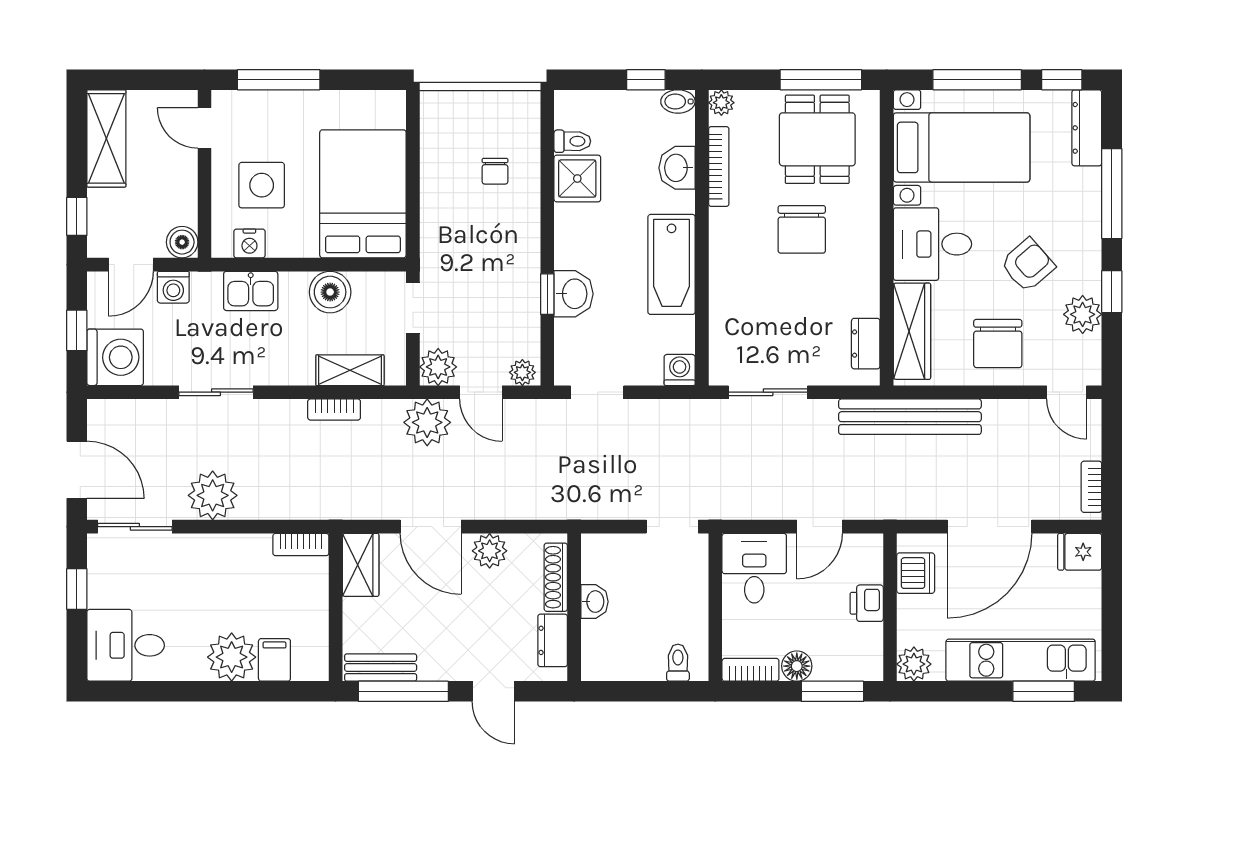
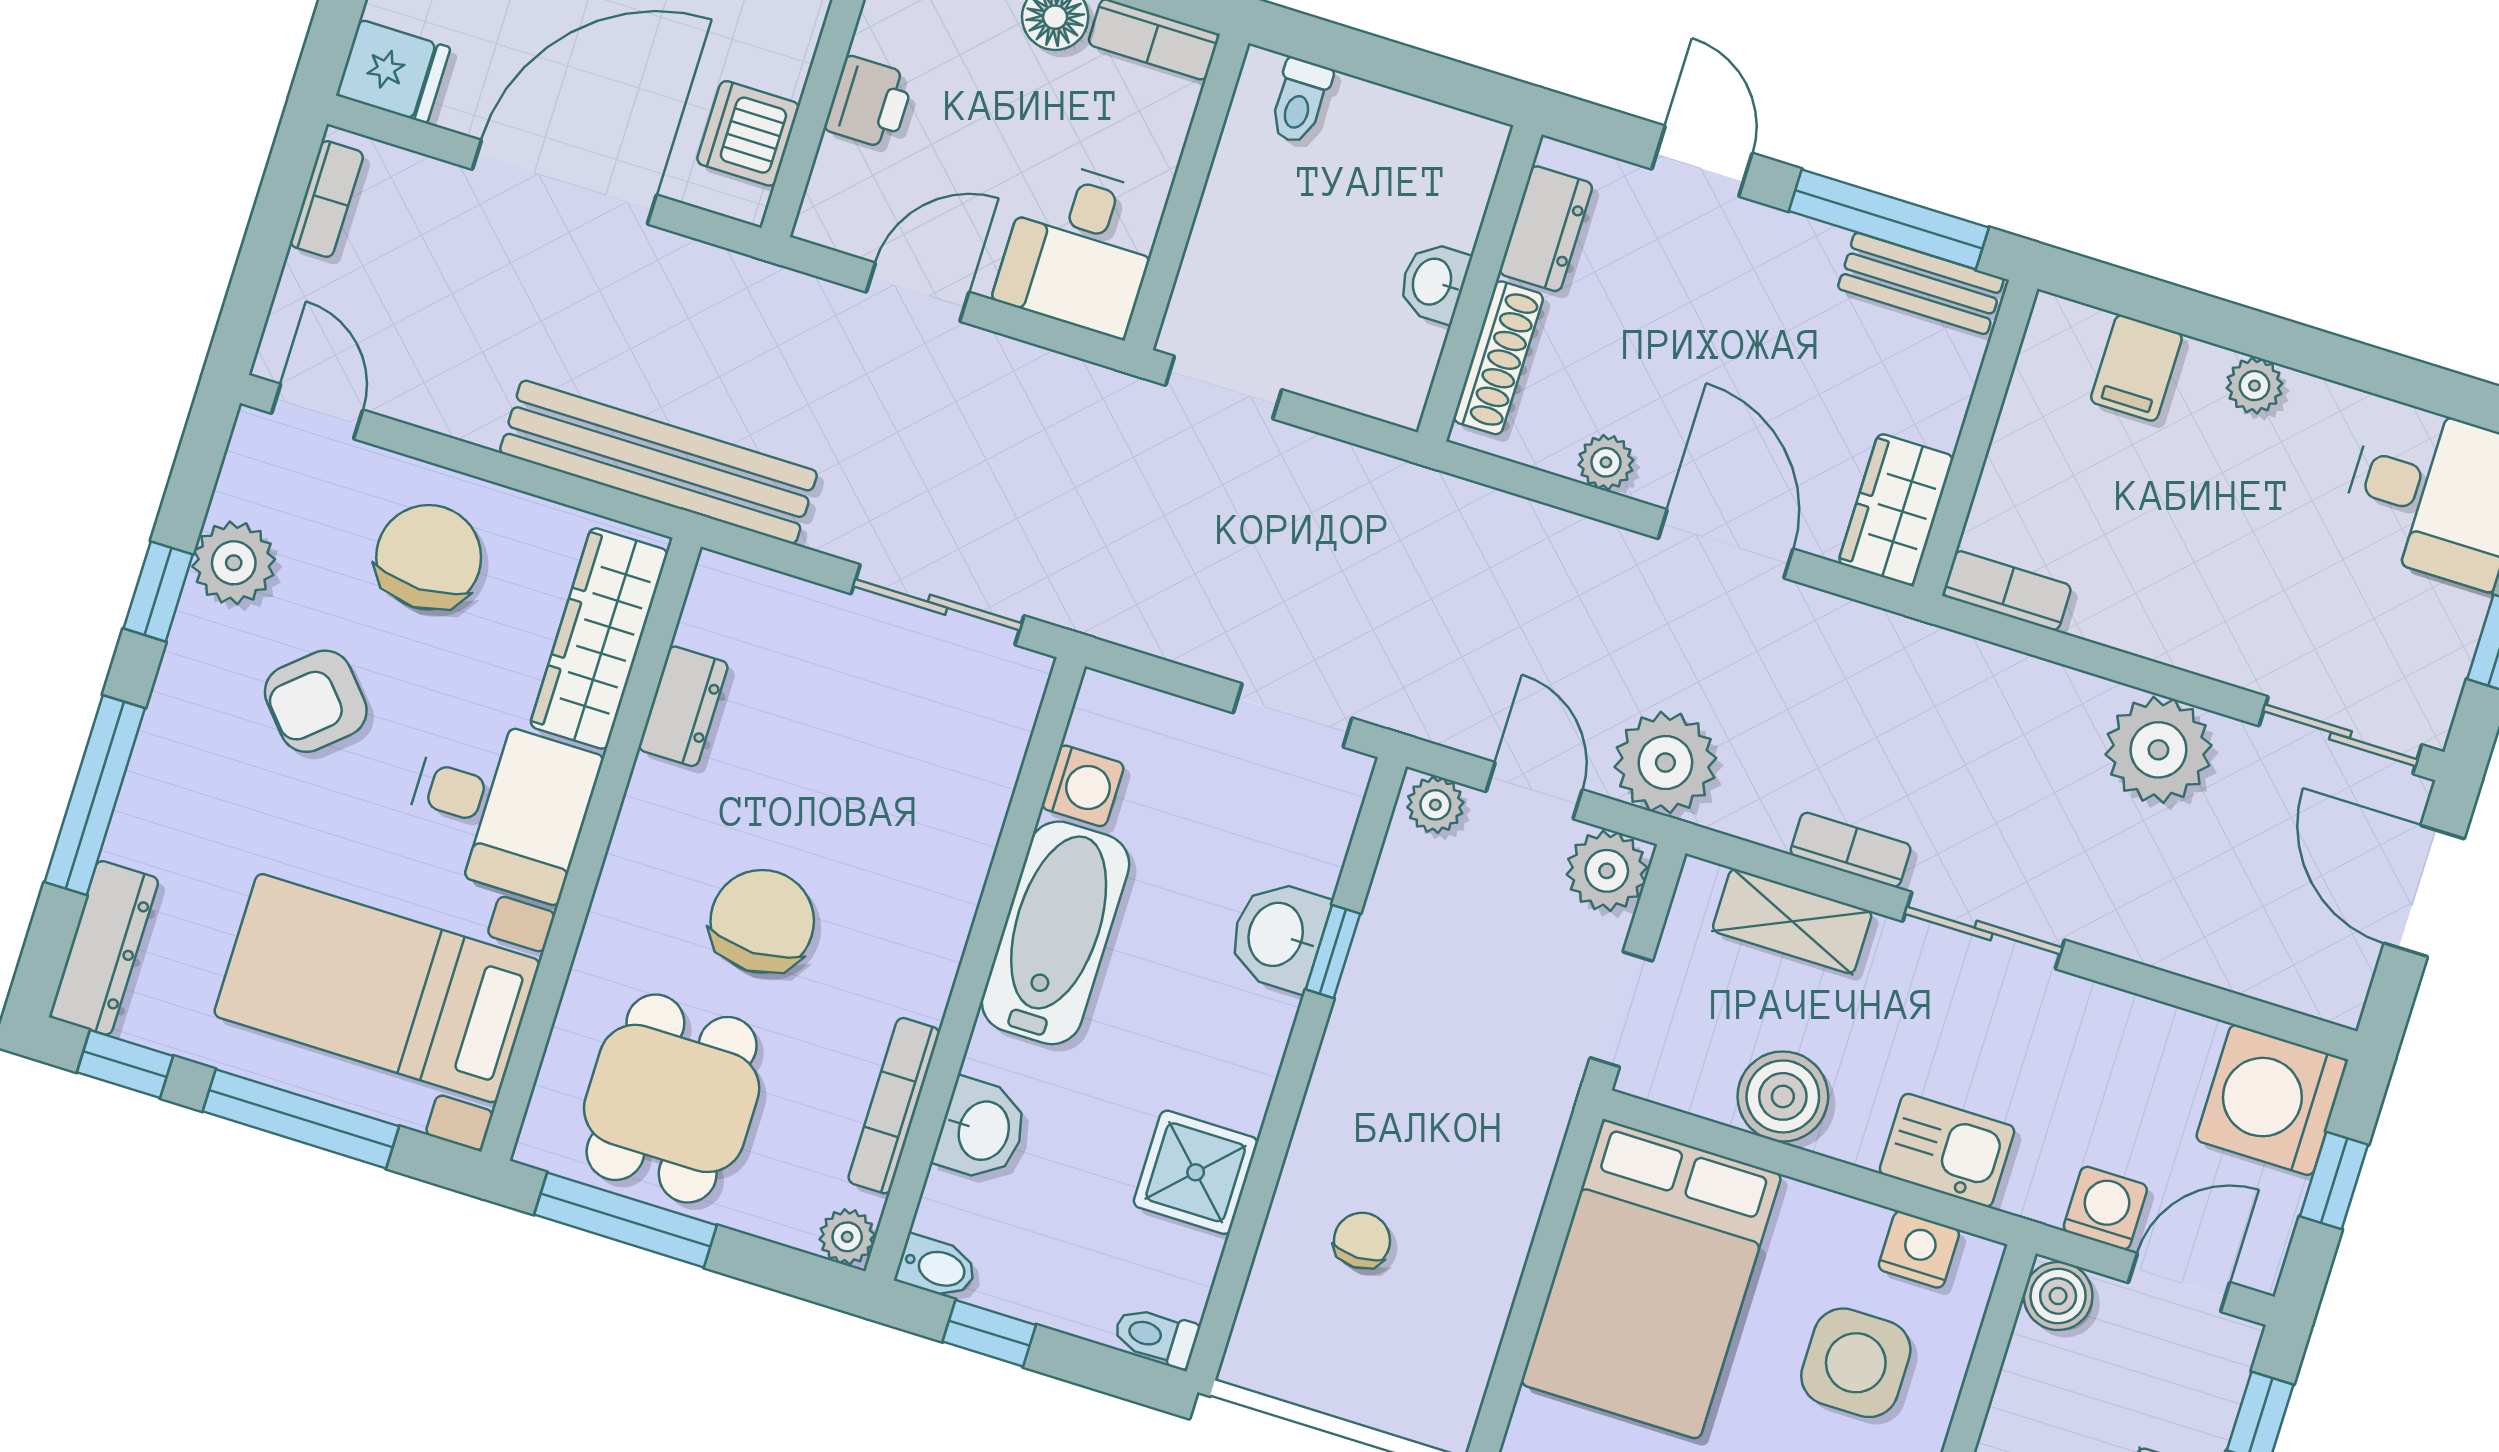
toilet: (572, 141) -> (1156, 1336), moved
dresser: (866, 344) -> (683, 706), moved
washing machine: (680, 370) -> (1083, 786), moved, turned -90
sliding door: (216, 392) -> (1984, 931), moved
plant: (490, 551) -> (1606, 462), width x0.73, depth x0.73
plant: (232, 657) -> (2254, 386), width x0.53, depth x0.53

